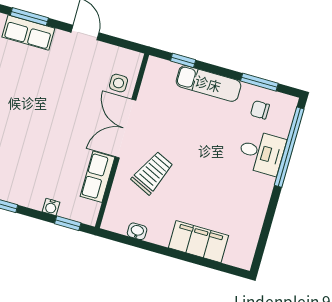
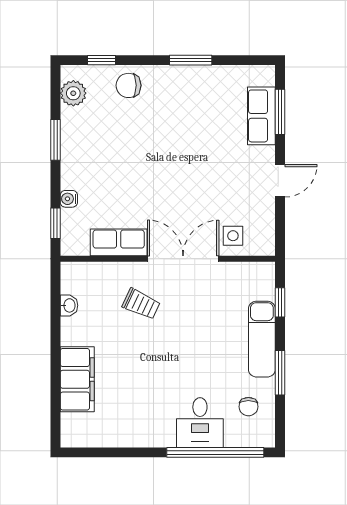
window: (259, 82) -> (280, 373), moved
chair: (260, 110) -> (248, 407), turned 180
trolley: (152, 173) -> (141, 304), width x0.73, depth x0.72

